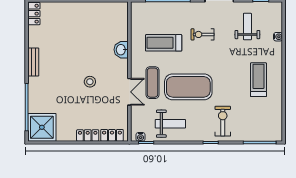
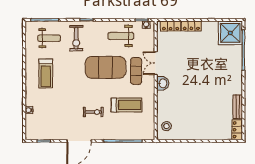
weight bench: (247, 27) -> (49, 38), moved, turned -90
washbasin: (121, 50) -> (163, 83), moved
bench: (33, 62) -> (238, 107), moved
stool: (90, 82) -> (167, 126), moved

